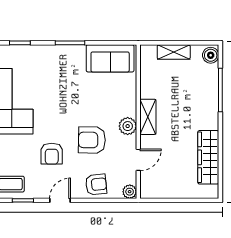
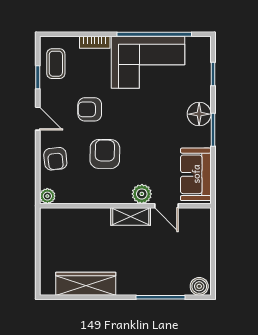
shelving: (174, 52) -> (203, 245), removed
floor lamp: (56, 55) -> (199, 114), added
plant: (128, 126) -> (142, 194), moved
door: (138, 160) -> (166, 206), moved

